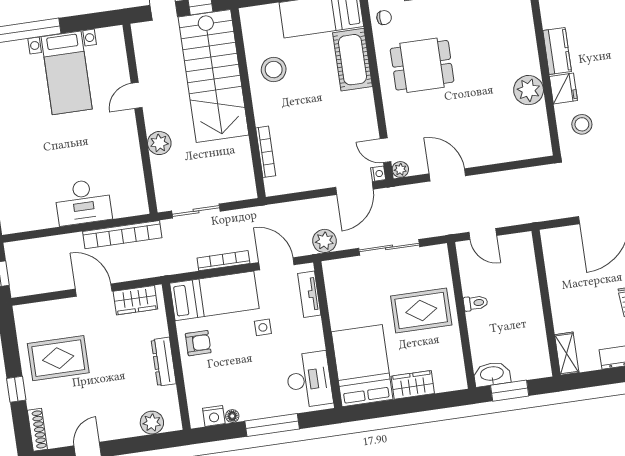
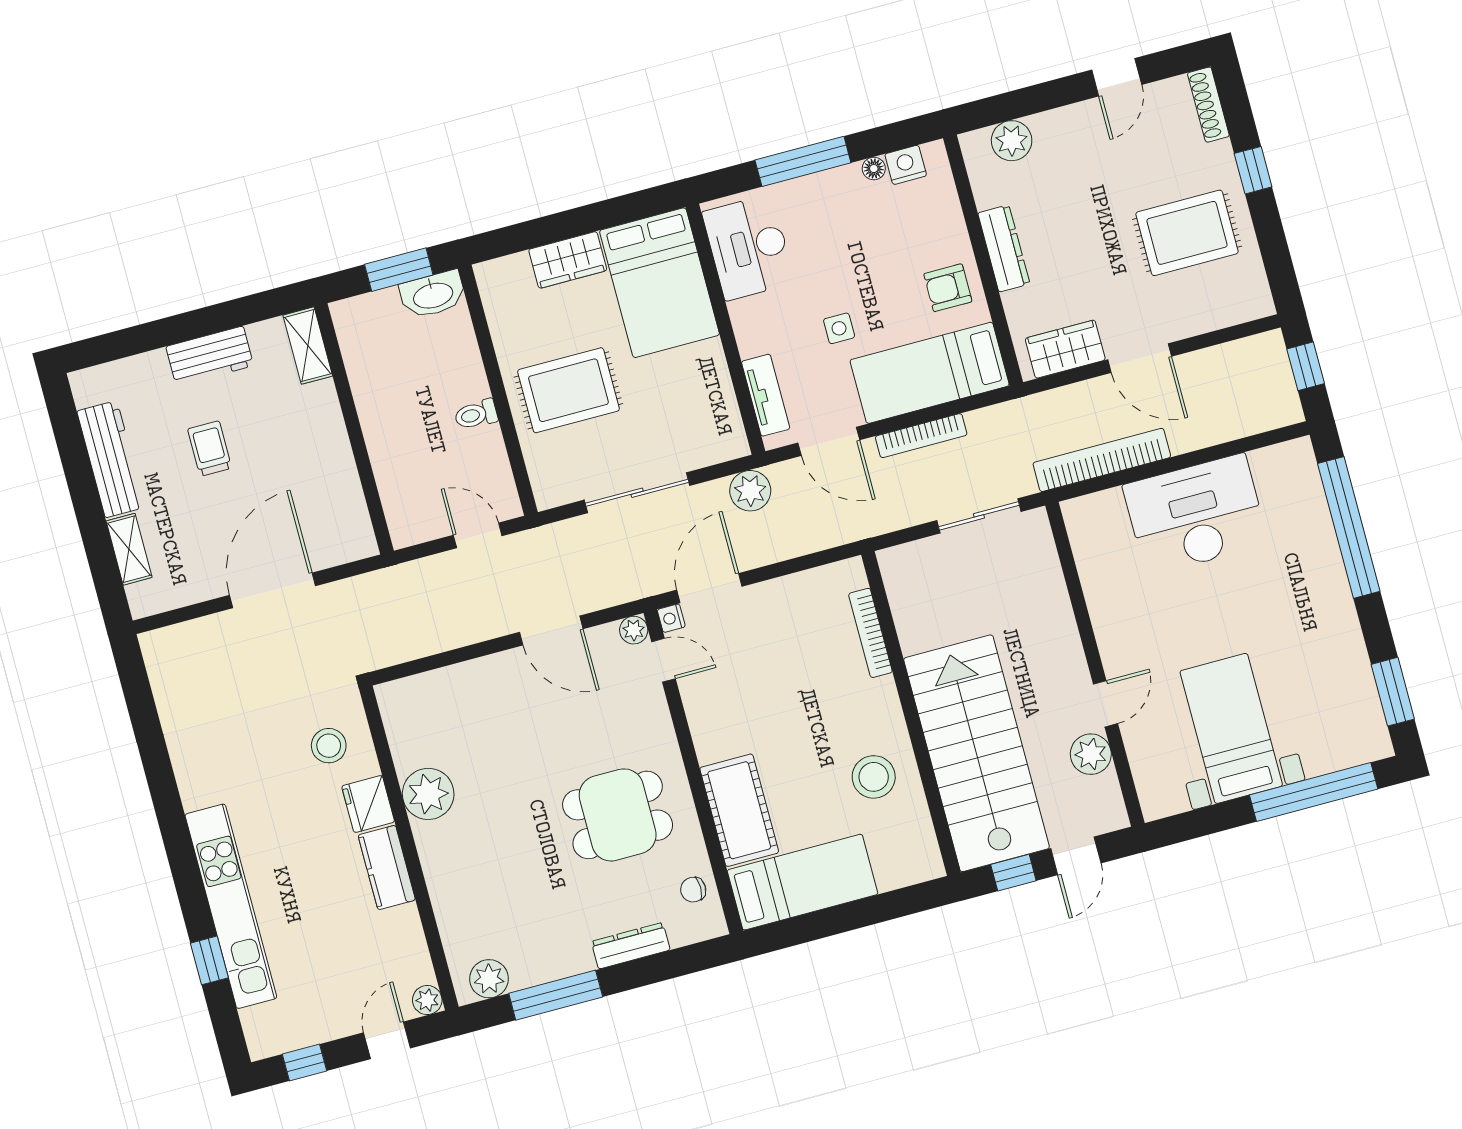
plant: (159, 143) -> (1091, 754), moved
desk: (83, 202) -> (1196, 515), width x1.36, depth x1.30

